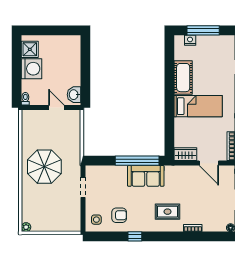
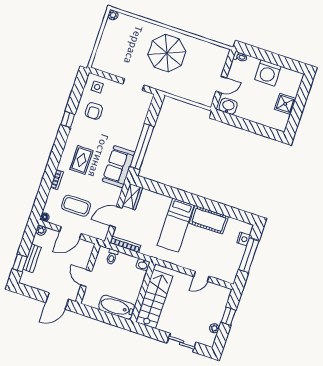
shower: (30, 49) -> (285, 104), moved
sofa: (146, 176) -> (119, 167), moved
coffee table: (211, 203) -> (76, 206), added

